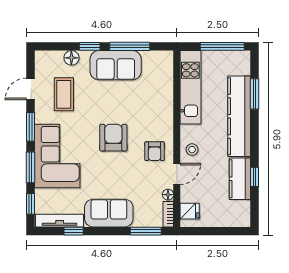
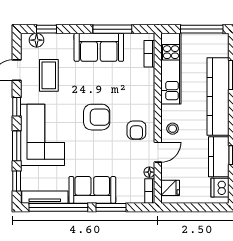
window: (90, 46) -> (46, 29), moved
floor lamp: (71, 58) -> (37, 40), moved
bookcase: (168, 72) -> (149, 54), added
window: (30, 127) -> (17, 107), width x0.67
armchair: (113, 138) -> (97, 117), turned 90
dishwasher: (241, 211) -> (220, 188), added
window: (74, 231) -> (58, 207), width x3.17
window: (146, 231) -> (111, 207), moved

